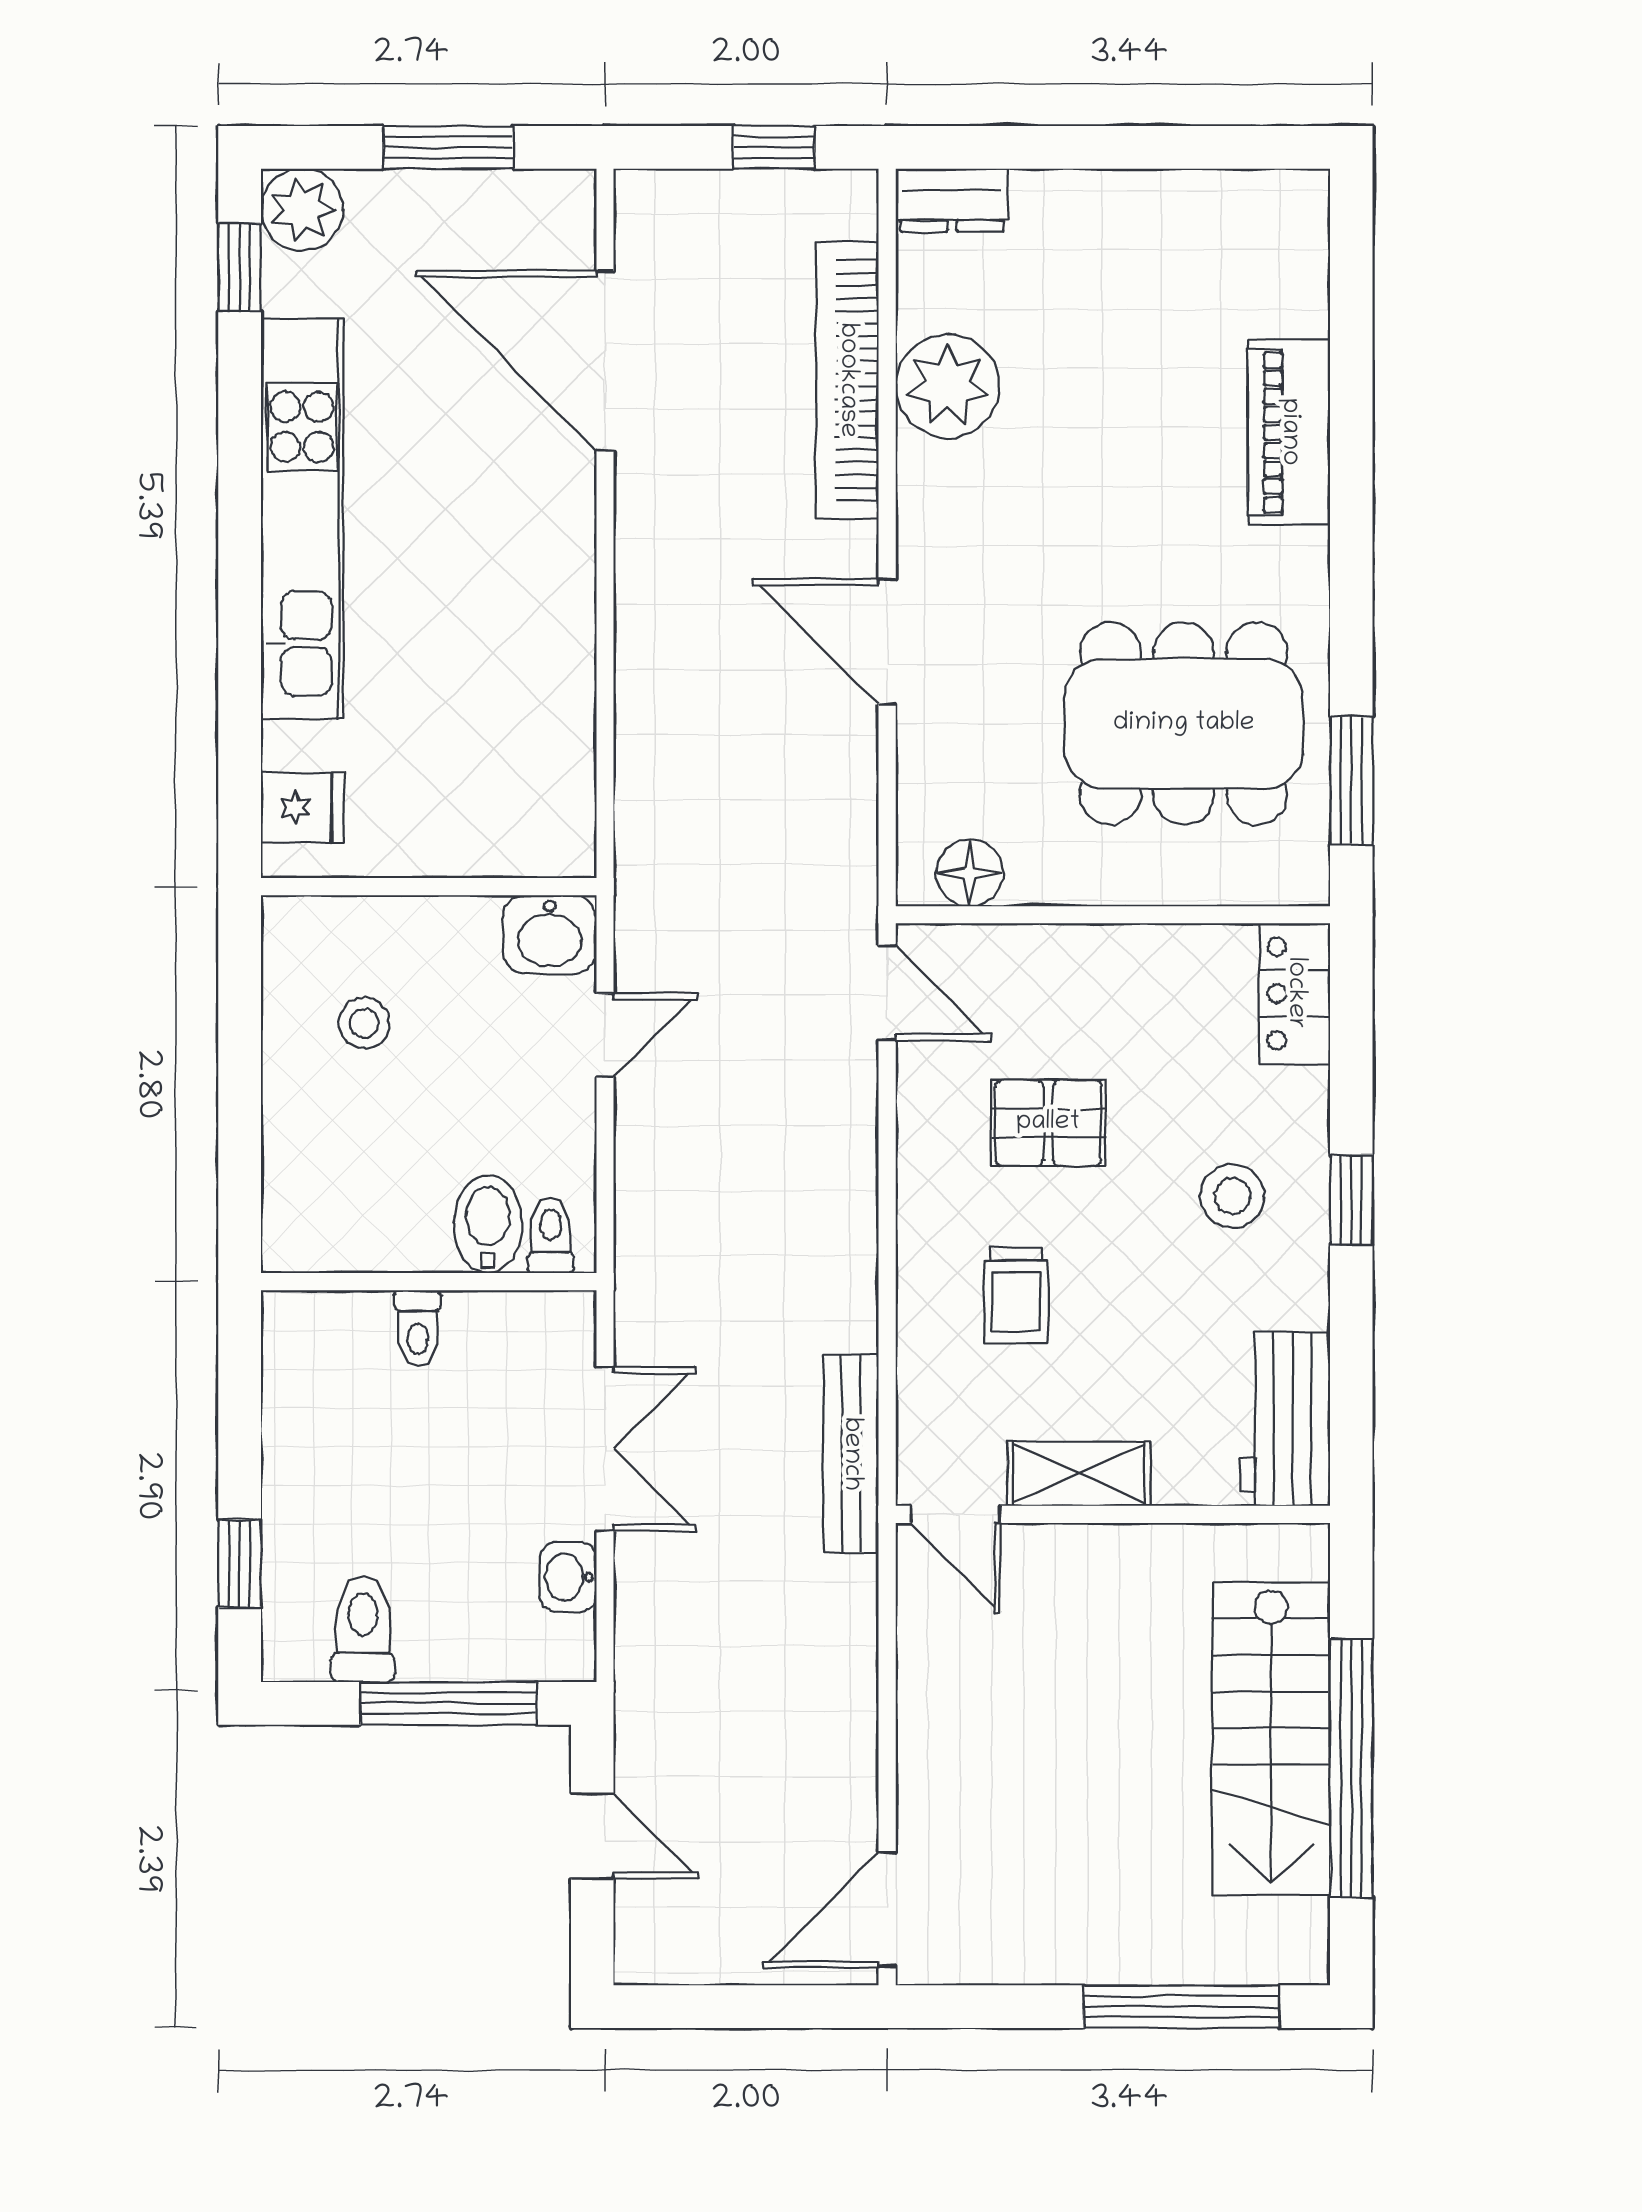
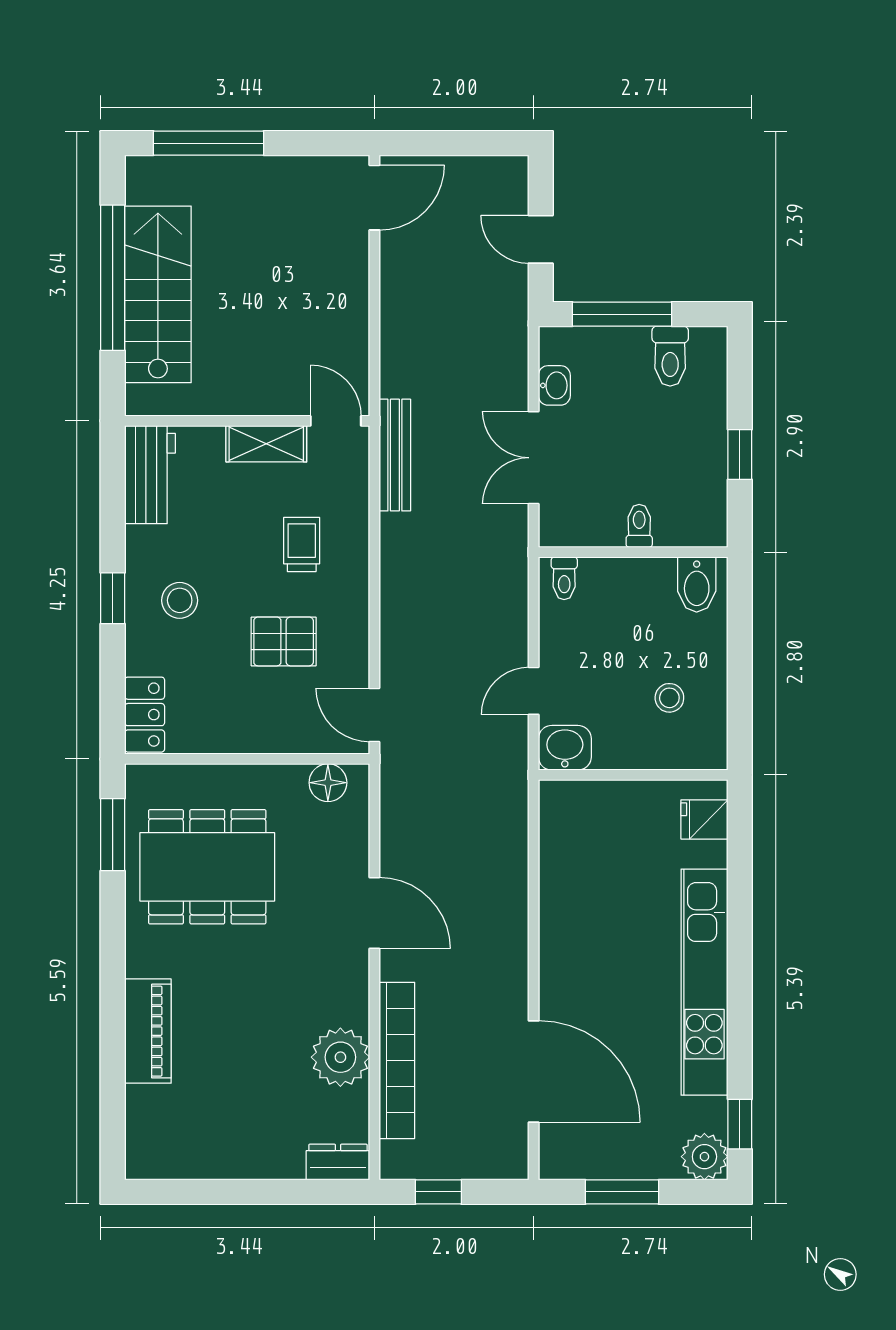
bidet: (488, 1224) -> (697, 585), moved
window: (240, 1564) -> (740, 455), moved

